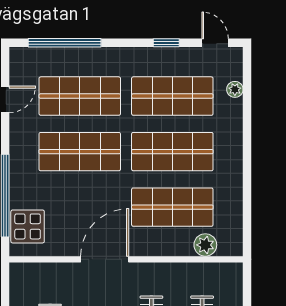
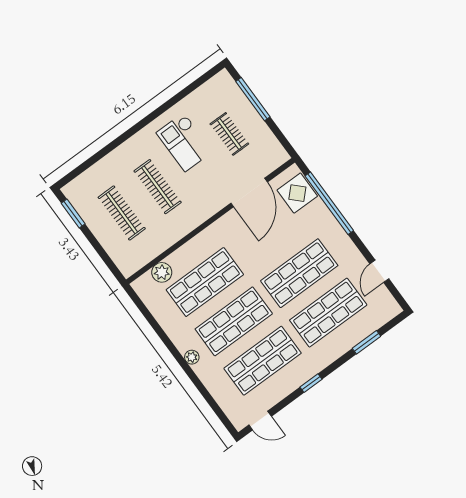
window: (65, 43) -> (367, 342), width x0.47
window: (166, 43) -> (311, 383), moved
plant: (235, 89) -> (192, 357), moved
door: (105, 259) -> (249, 193), moved

